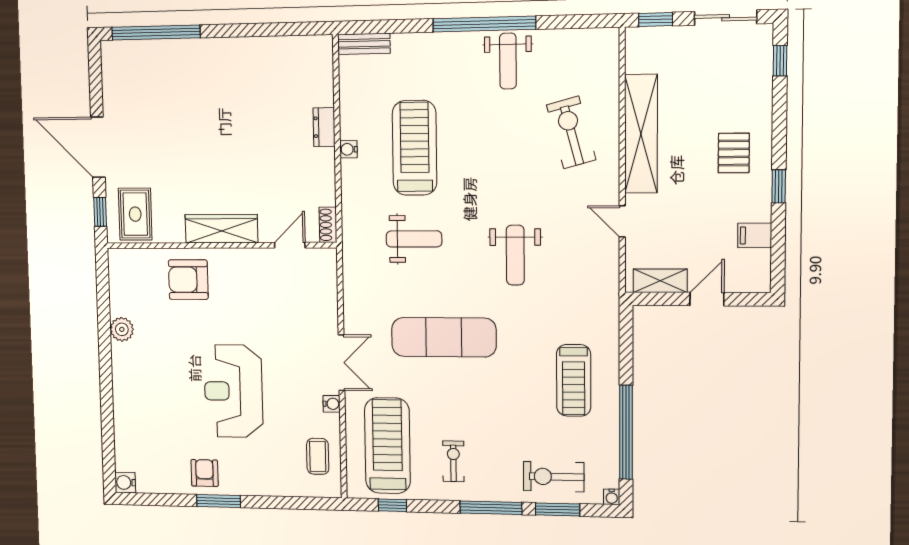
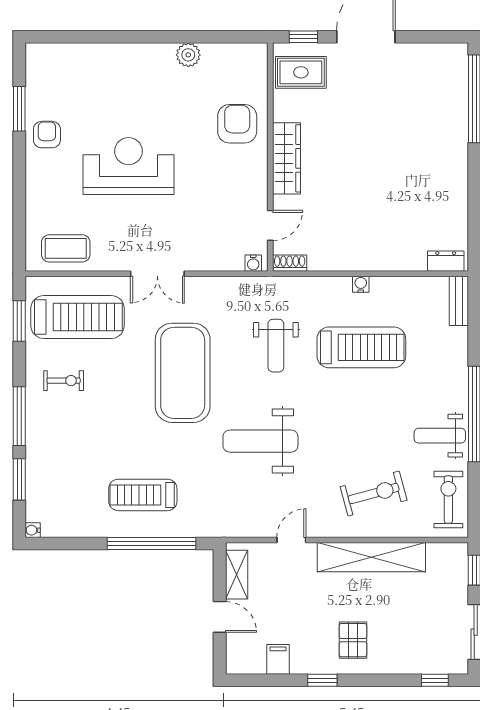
dresser: (324, 127) -> (446, 261), moved
pallet: (734, 153) -> (353, 640), turned 90
door: (290, 245) -> (270, 225), hinge flipped
weight bench: (515, 255) -> (260, 441), width x1.36, depth x1.33
exercise mat: (444, 337) -> (183, 373), width x1.47
water cooler: (332, 404) -> (253, 263), moved
window: (626, 432) -> (152, 544), moved
coffee table: (318, 456) -> (66, 248), width x1.36, depth x1.30
armchair: (205, 473) -> (47, 135), turned -90
exercise bike: (554, 477) -> (448, 500), moved
water cooler: (125, 483) -> (36, 53), removed
window: (219, 501) -> (19, 109), moved
window: (392, 505) -> (19, 321), width x1.50

